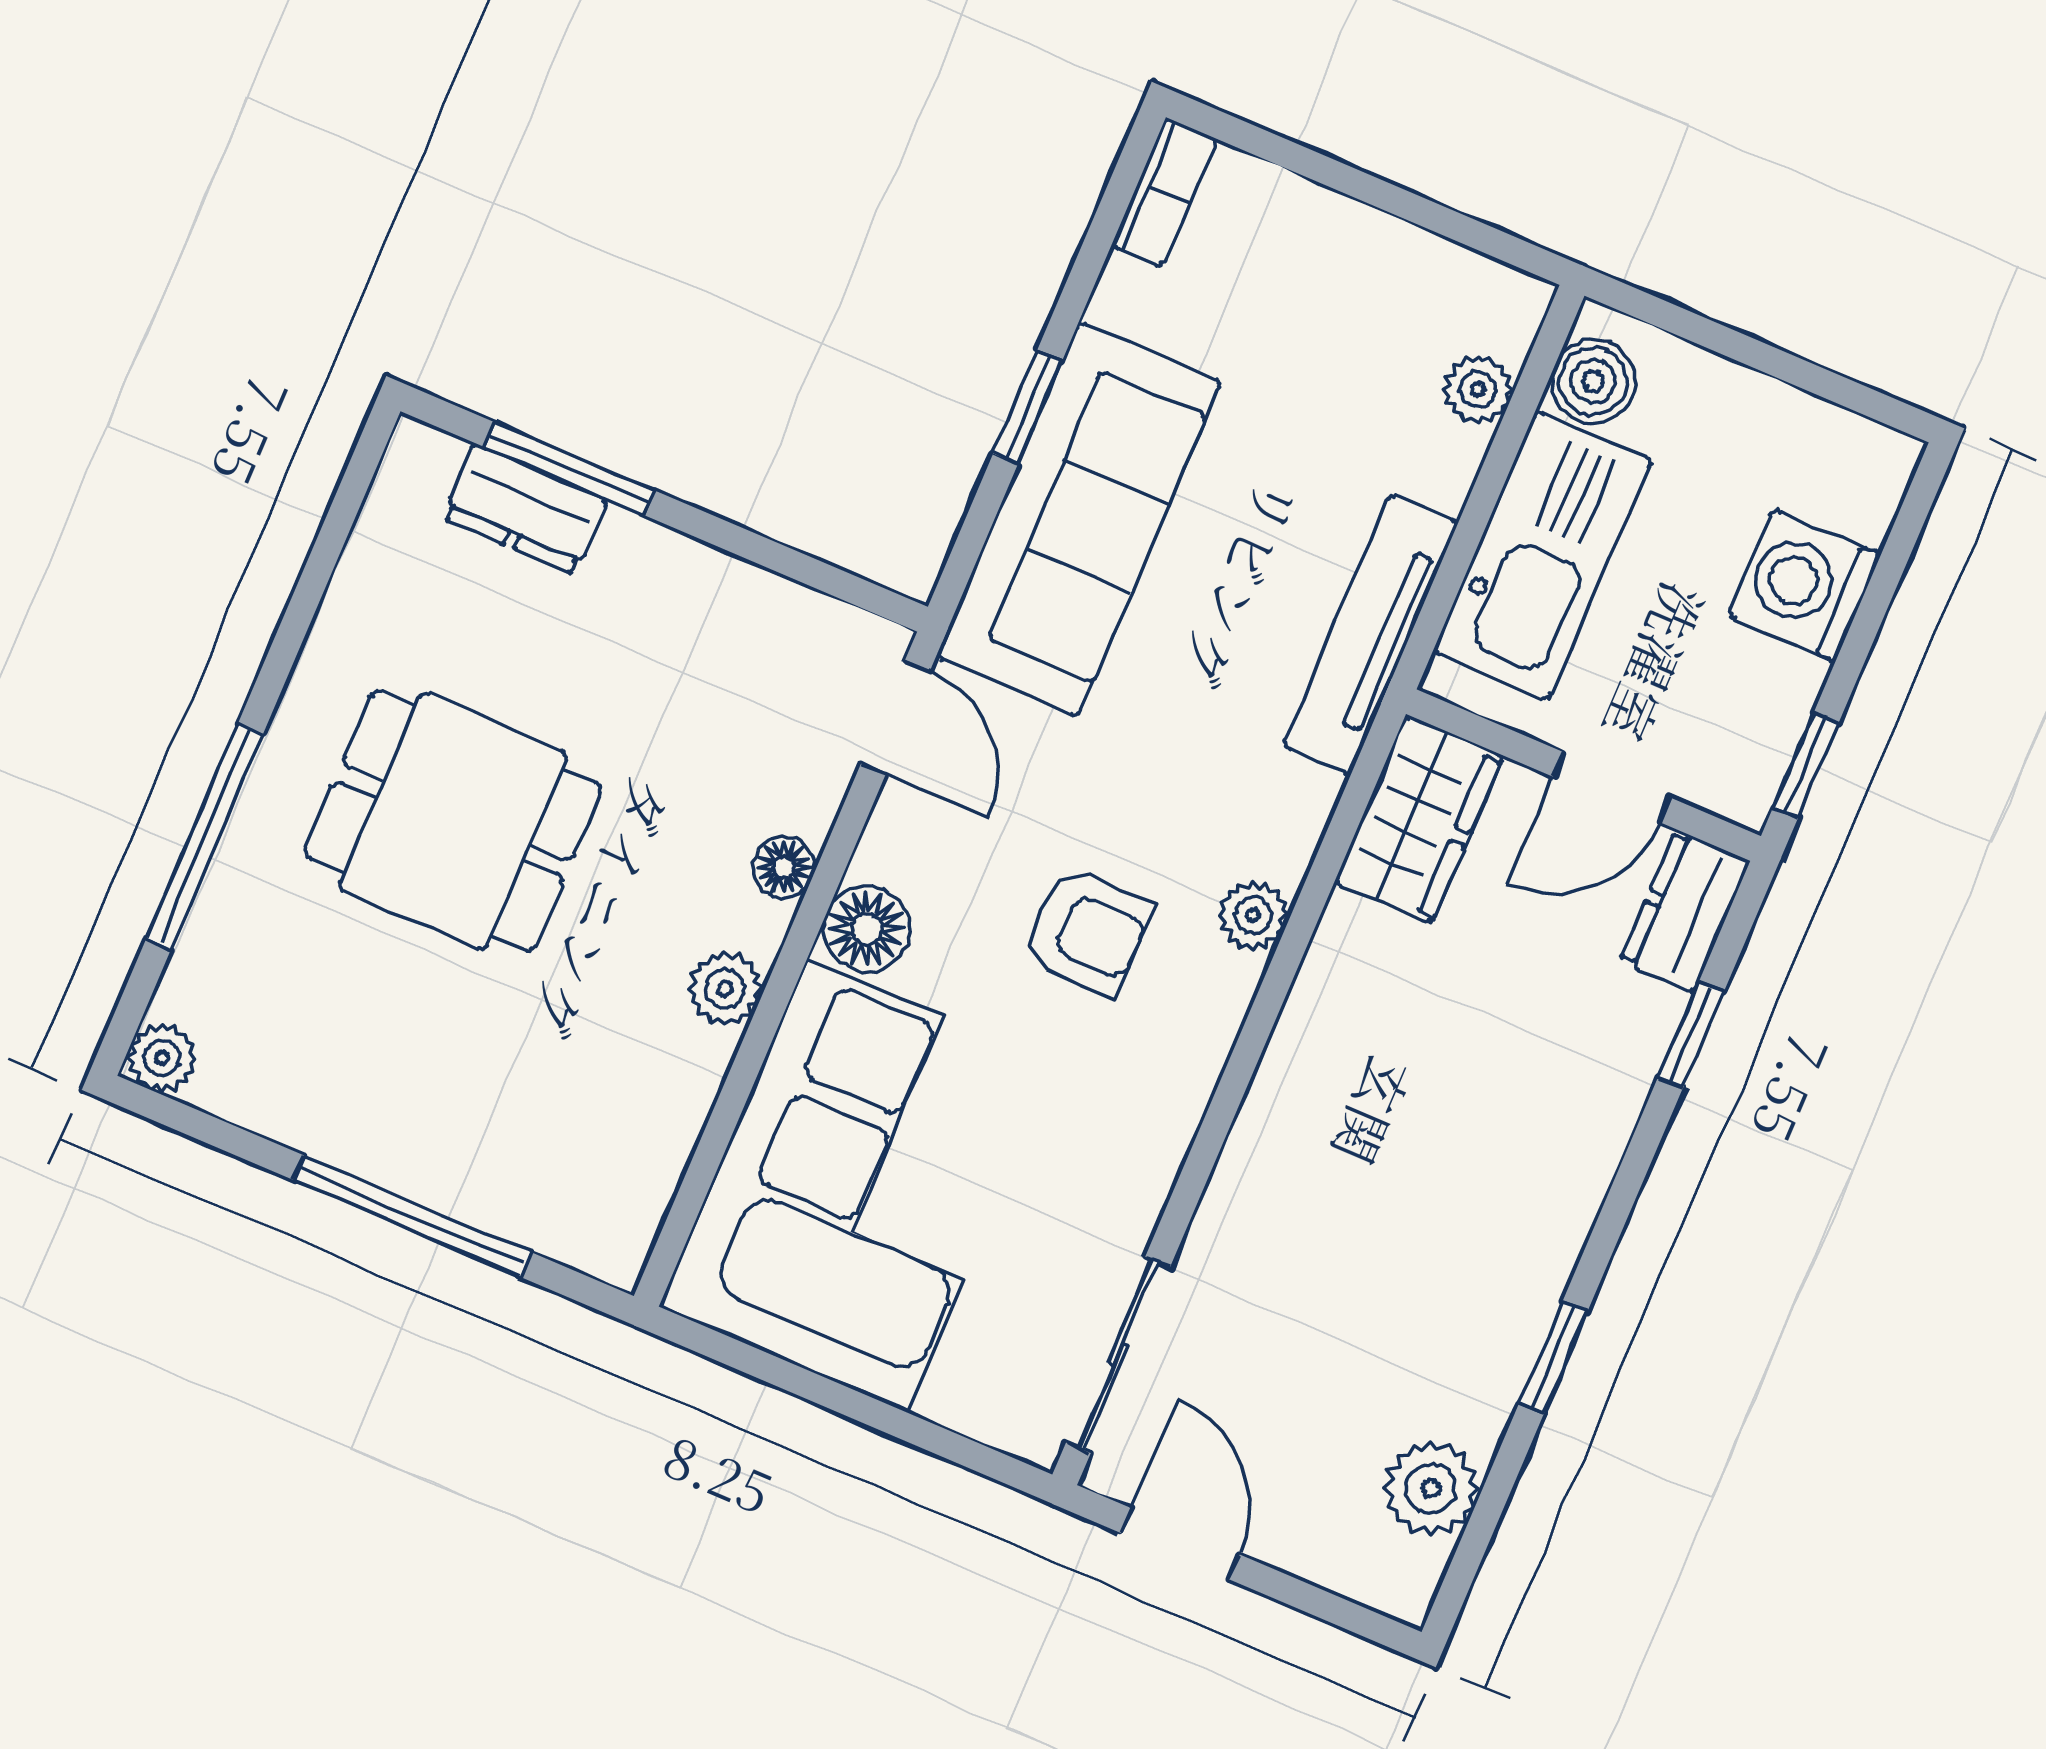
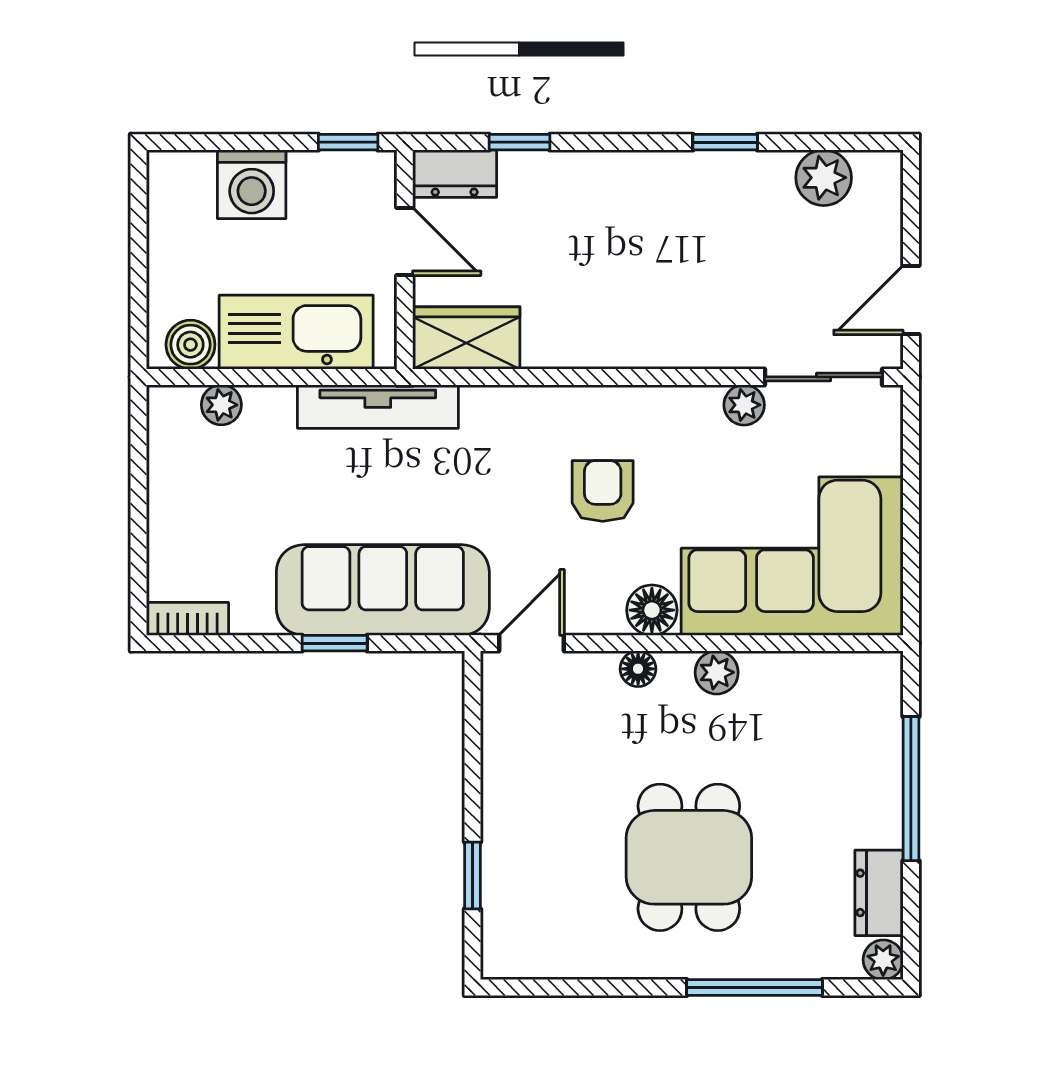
window: (570, 469) -> (473, 876), width x0.67
dresser: (525, 509) -> (879, 893), moved, turned 180
plant: (1253, 915) -> (744, 405), moved

